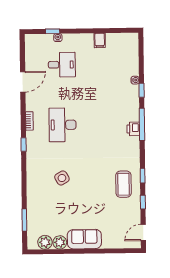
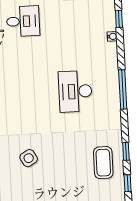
window: (142, 90) -> (119, 19), moved
desk: (63, 125) -> (75, 91), moved
printer: (133, 129) -> (112, 95), removed

